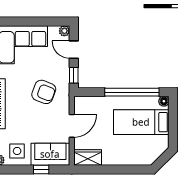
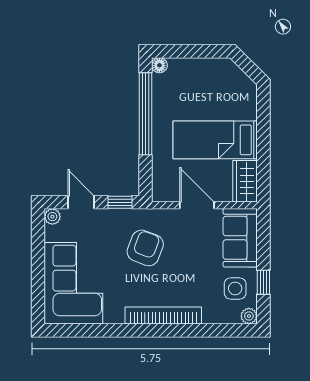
door: (74, 50) -> (81, 202), swing flipped
bed: (141, 122) -> (215, 140), moved, turned 90
window: (41, 170) -> (263, 282), moved

